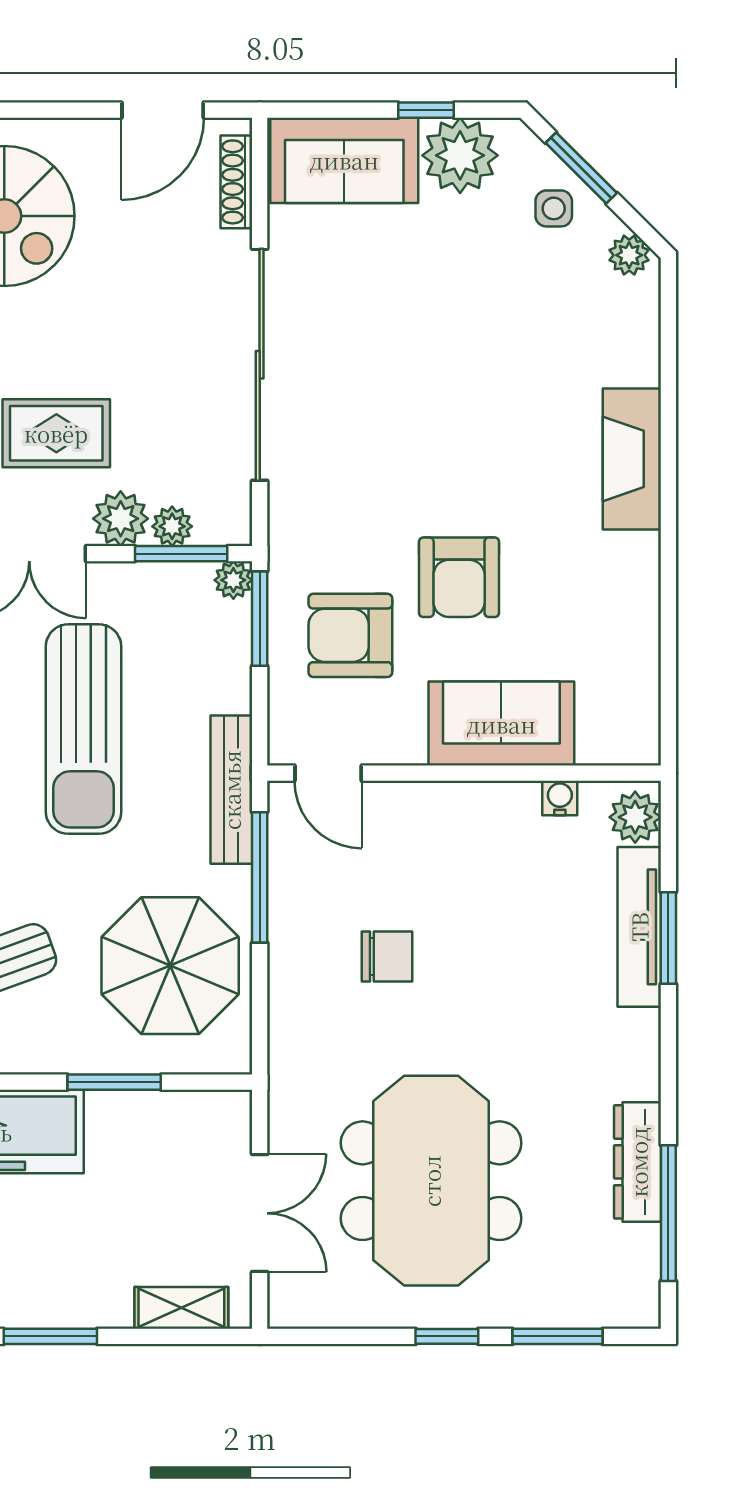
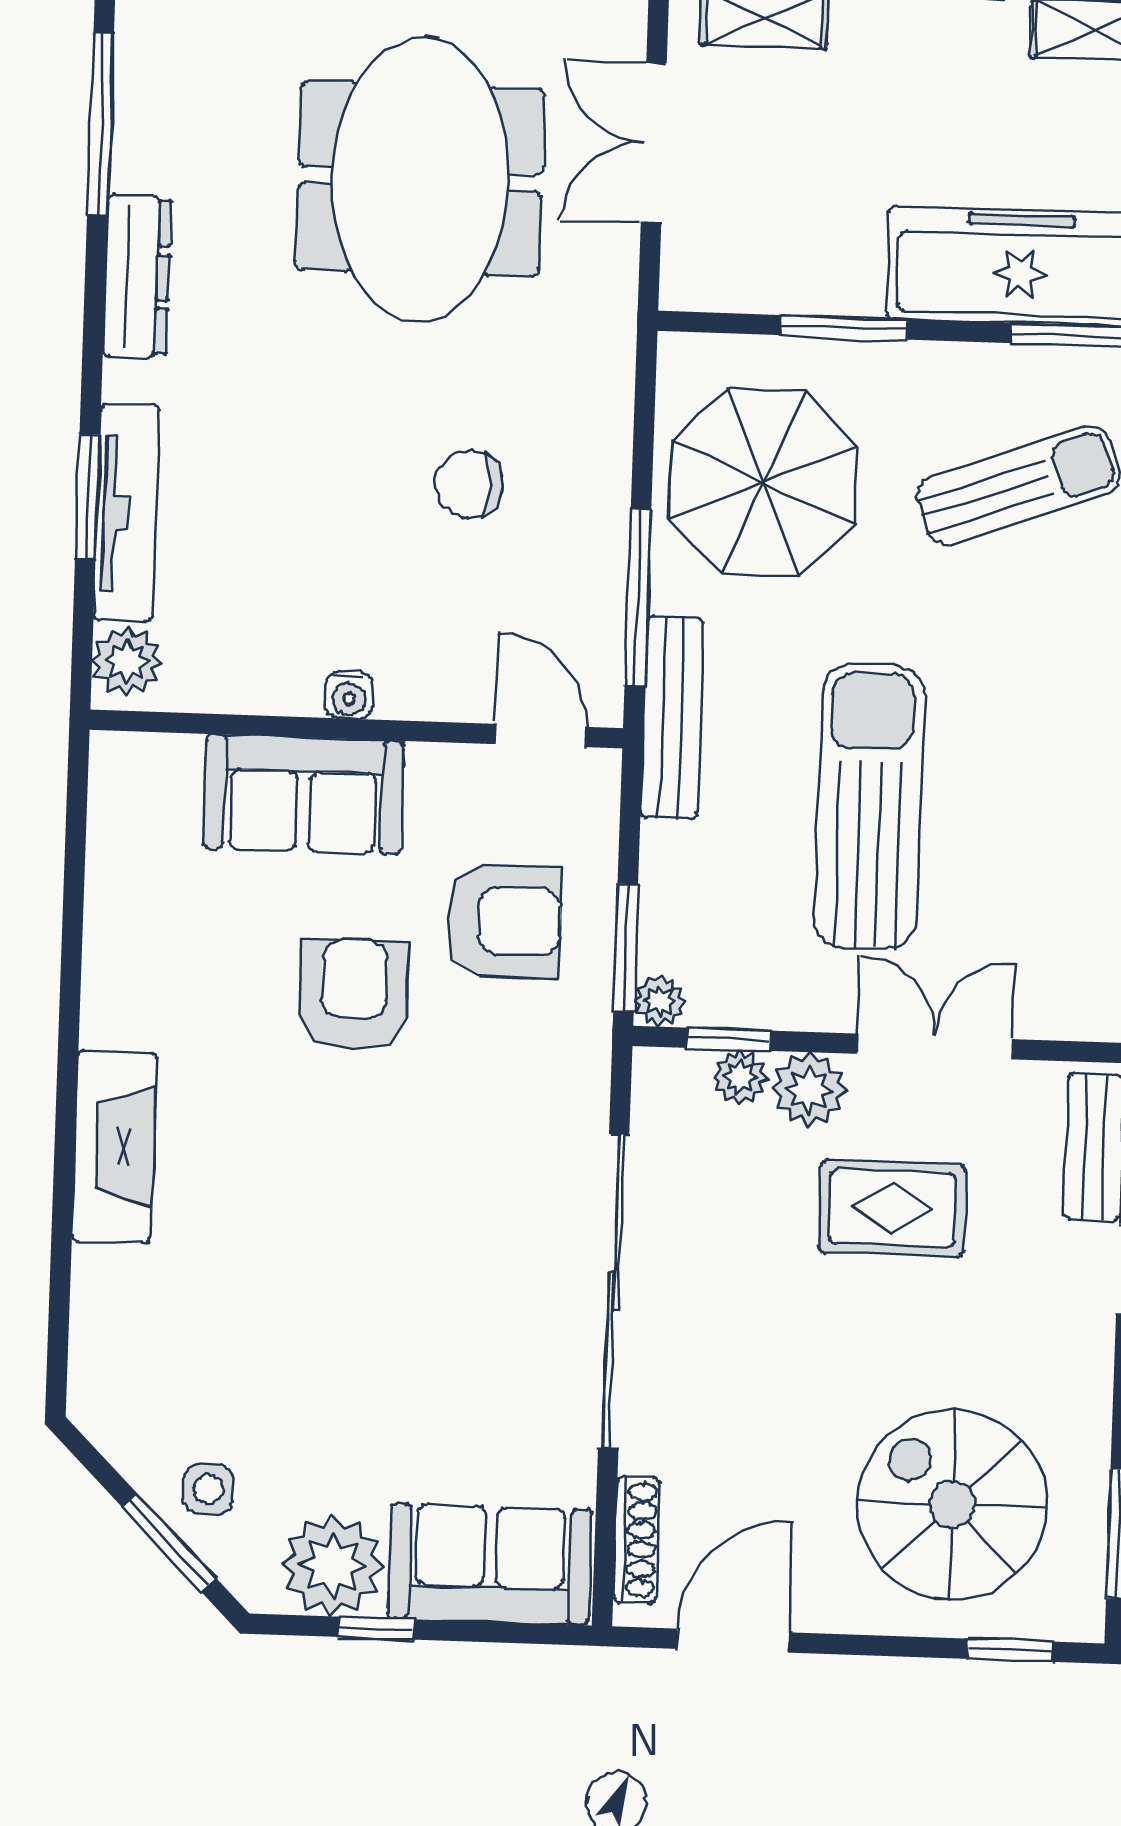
plant: (629, 255) -> (108, 1422), removed
window: (181, 554) -> (729, 1039), width x0.67
water cooler: (560, 798) -> (349, 695), moved
dresser: (638, 1162) -> (137, 276), moved

